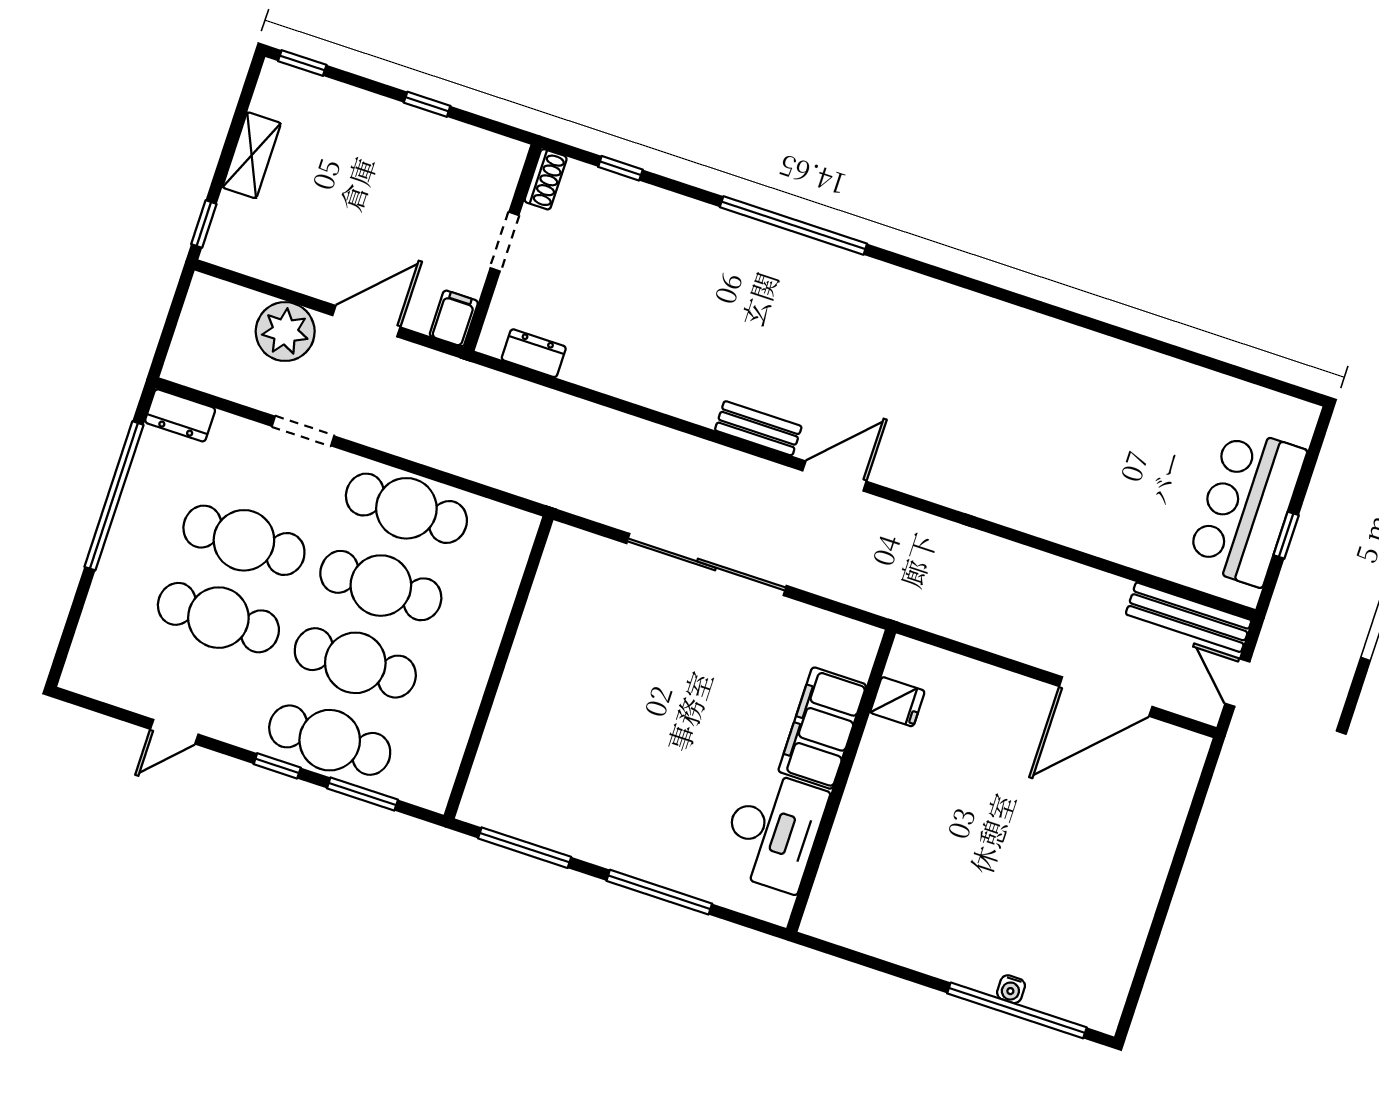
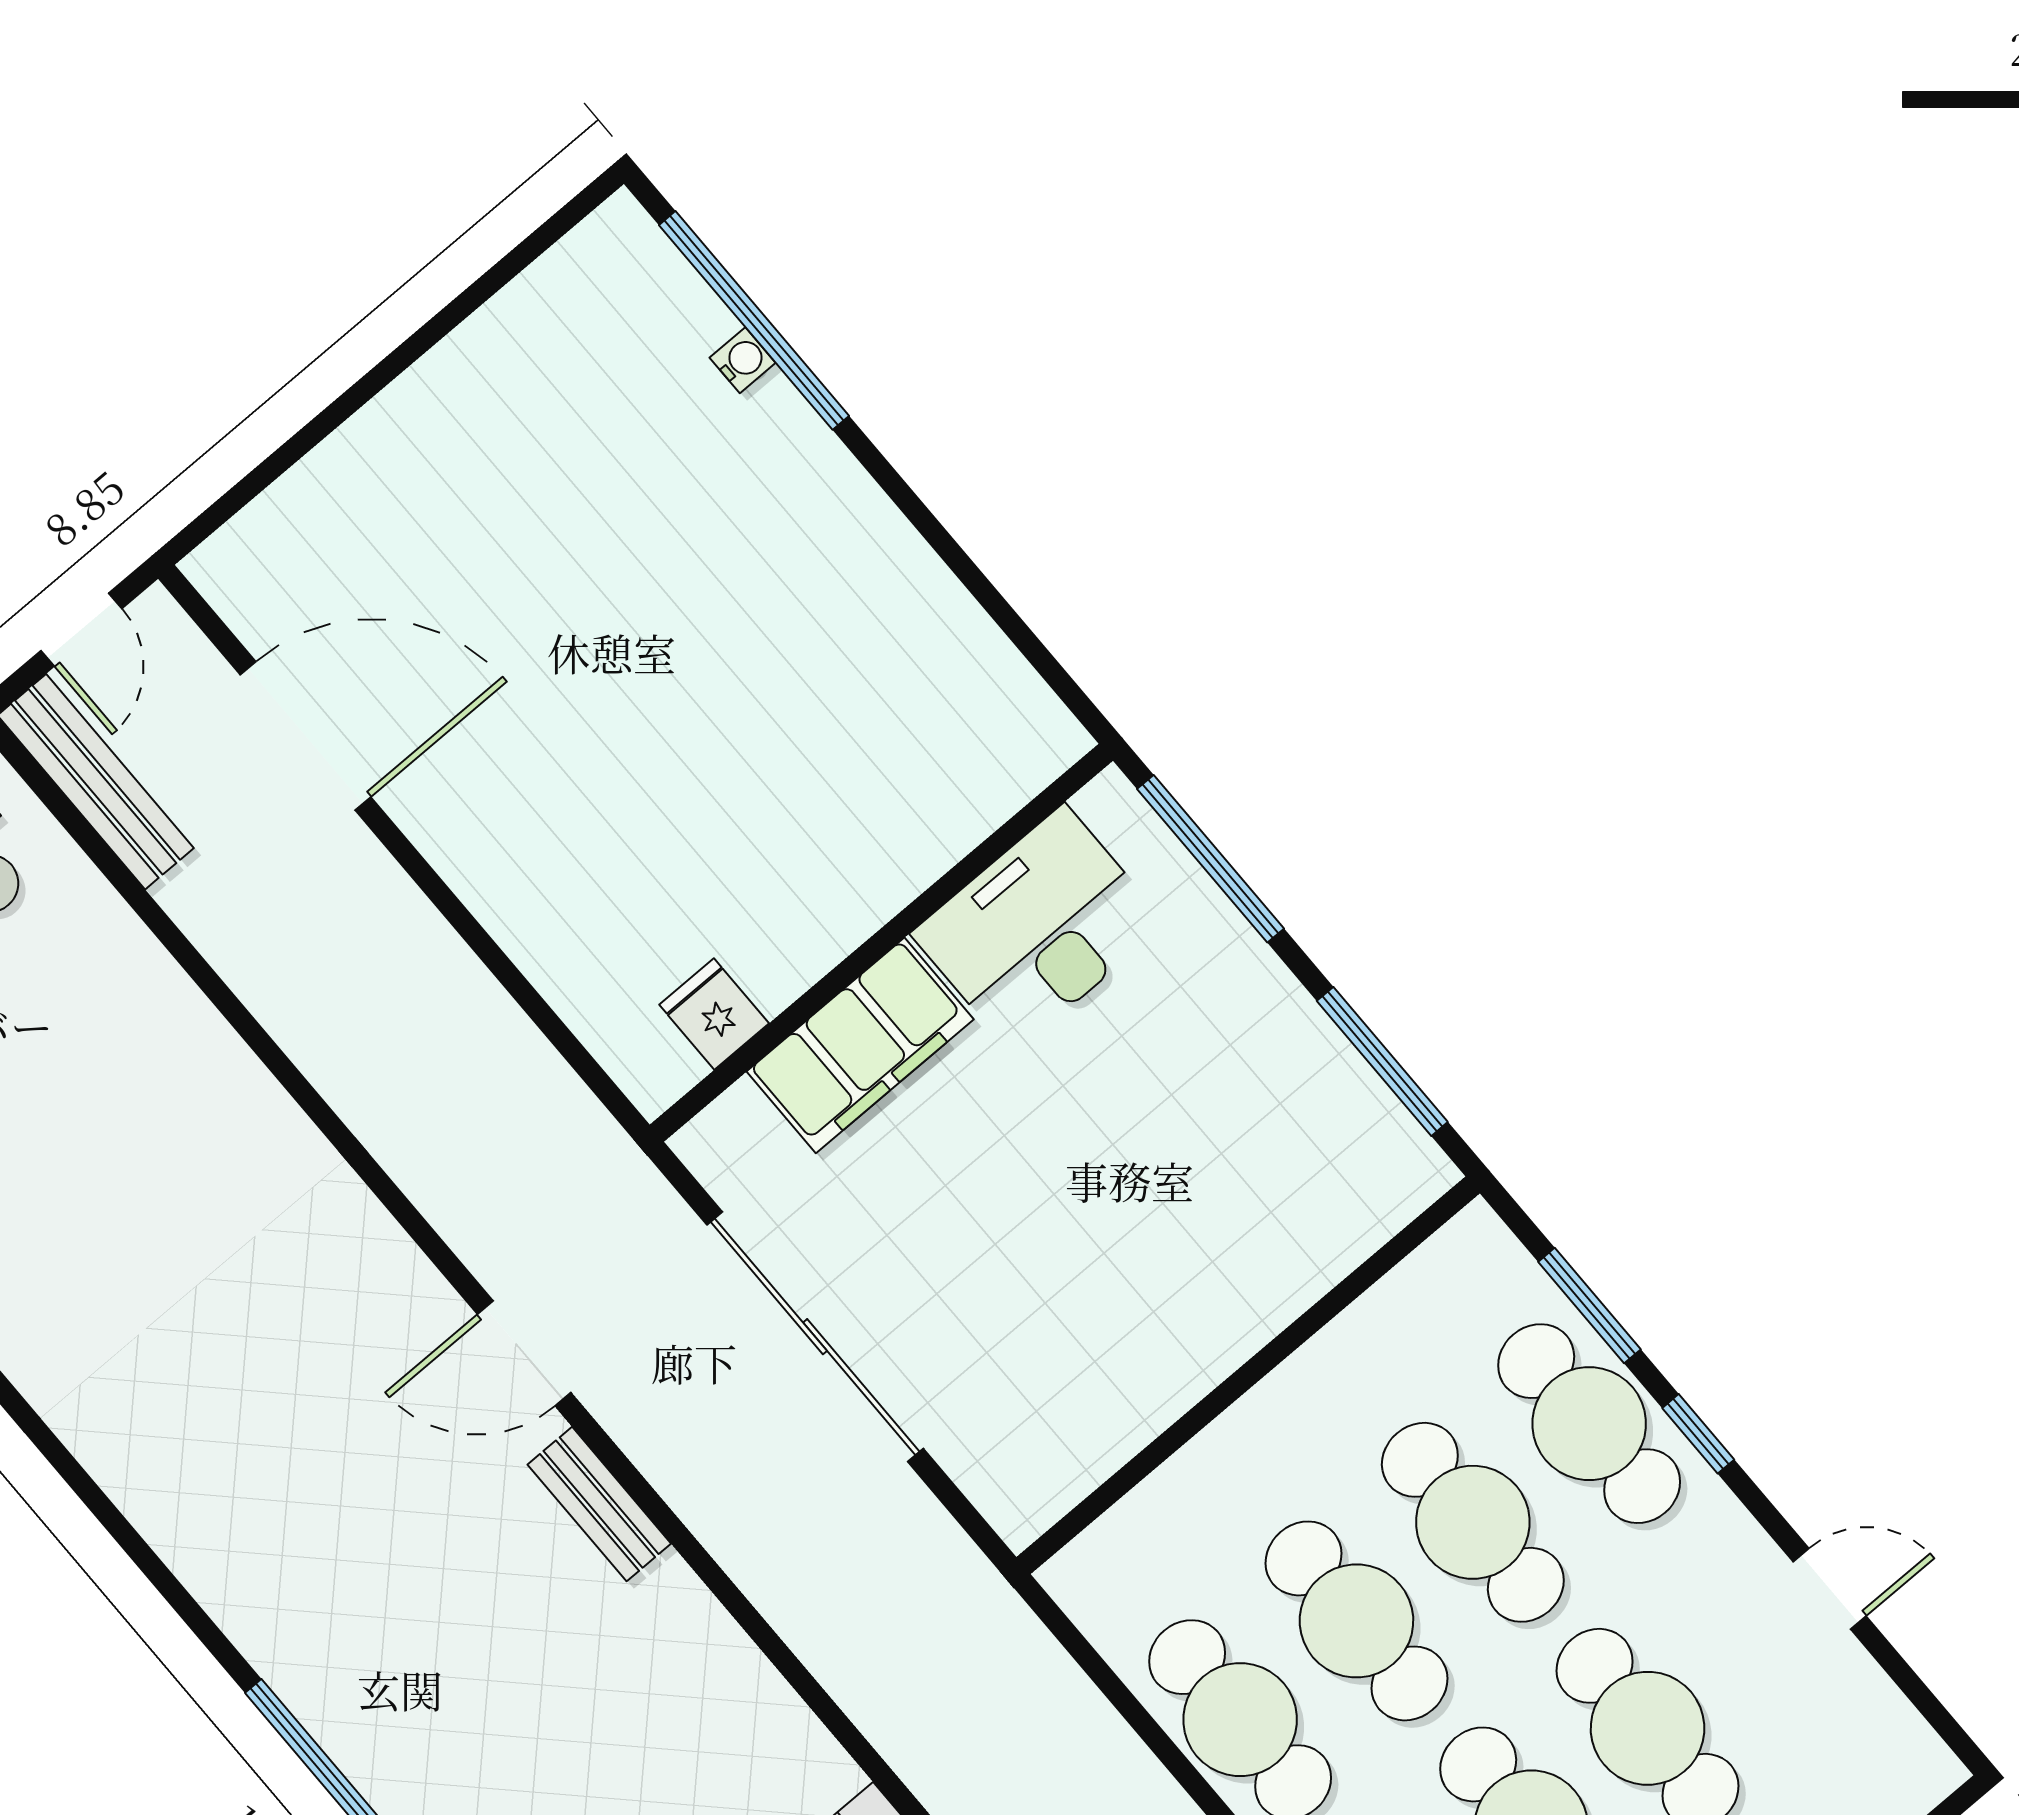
fridge: (897, 702) -> (714, 1014), moved
filing cabinet: (822, 728) -> (860, 1045), moved
wall: (841, 781) -> (881, 943), moved
desk: (773, 831) -> (1039, 929), moved

